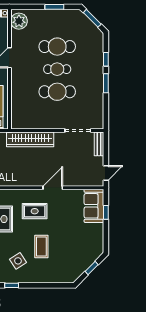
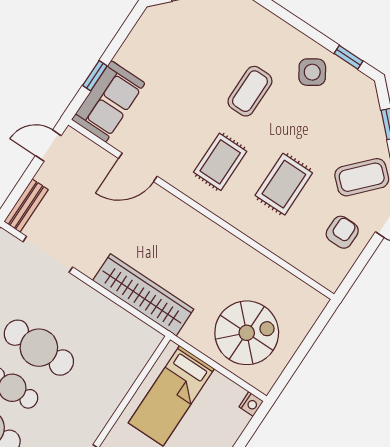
door: (53, 188) -> (138, 167), moved
rug: (35, 211) -> (220, 162), turned 90
side table: (18, 261) -> (312, 72), moved

